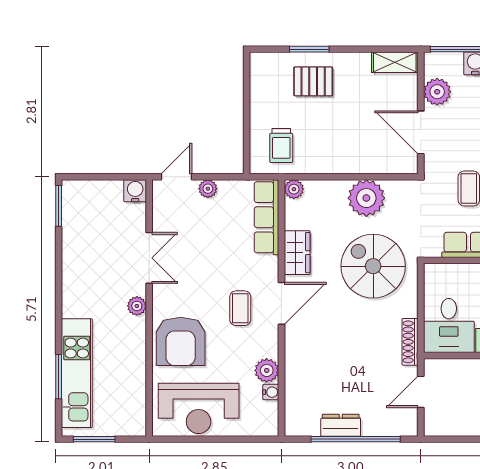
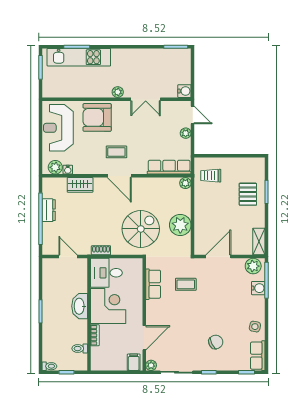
plant: (437, 92) -> (253, 266), moved
wardrobe: (297, 253) -> (80, 185), moved
shoe rack: (410, 342) -> (101, 250), width x0.70
plant: (267, 370) -> (55, 167), moved

